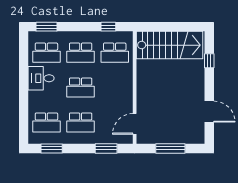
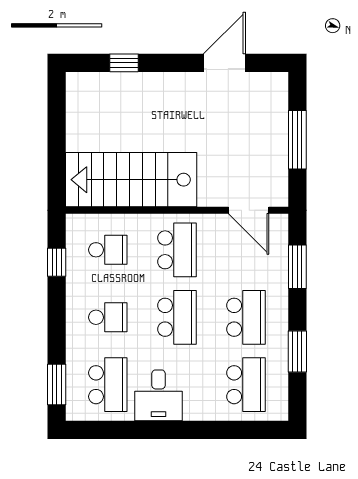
stairs: (170, 45) -> (131, 180), moved, turned -90
school desk: (81, 53) -> (108, 317), width x0.54
school desk: (115, 53) -> (108, 250), width x0.54
school desk: (115, 88) -> (177, 250), added
window: (52, 148) -> (297, 351), moved

